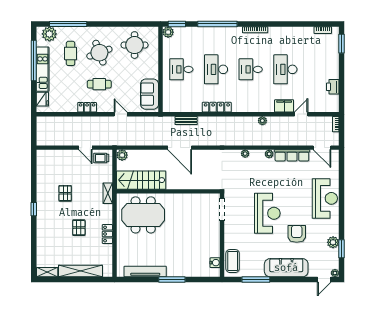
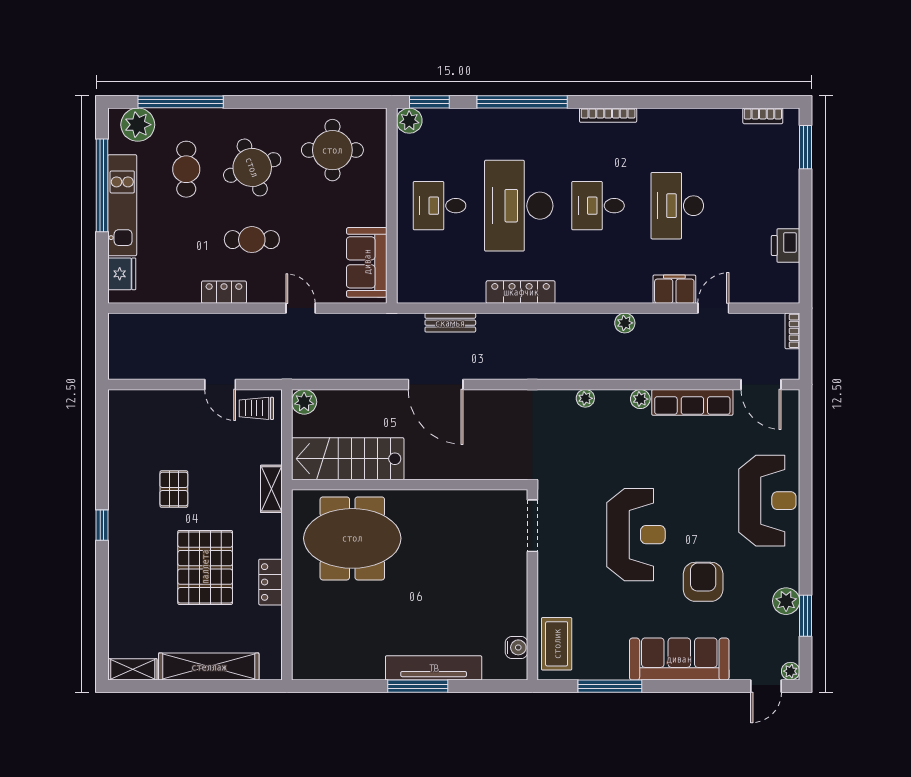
desk: (216, 69) -> (519, 206), width x1.36, depth x1.30
pallet: (79, 228) -> (205, 567), width x2.05, depth x2.00
tv unit: (145, 272) -> (434, 668), moved

